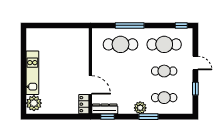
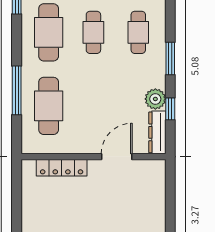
locker: (84, 104) -> (62, 168), moved, width x1.53
plant: (140, 108) -> (155, 99), moved
window: (108, 117) -> (170, 109), moved

